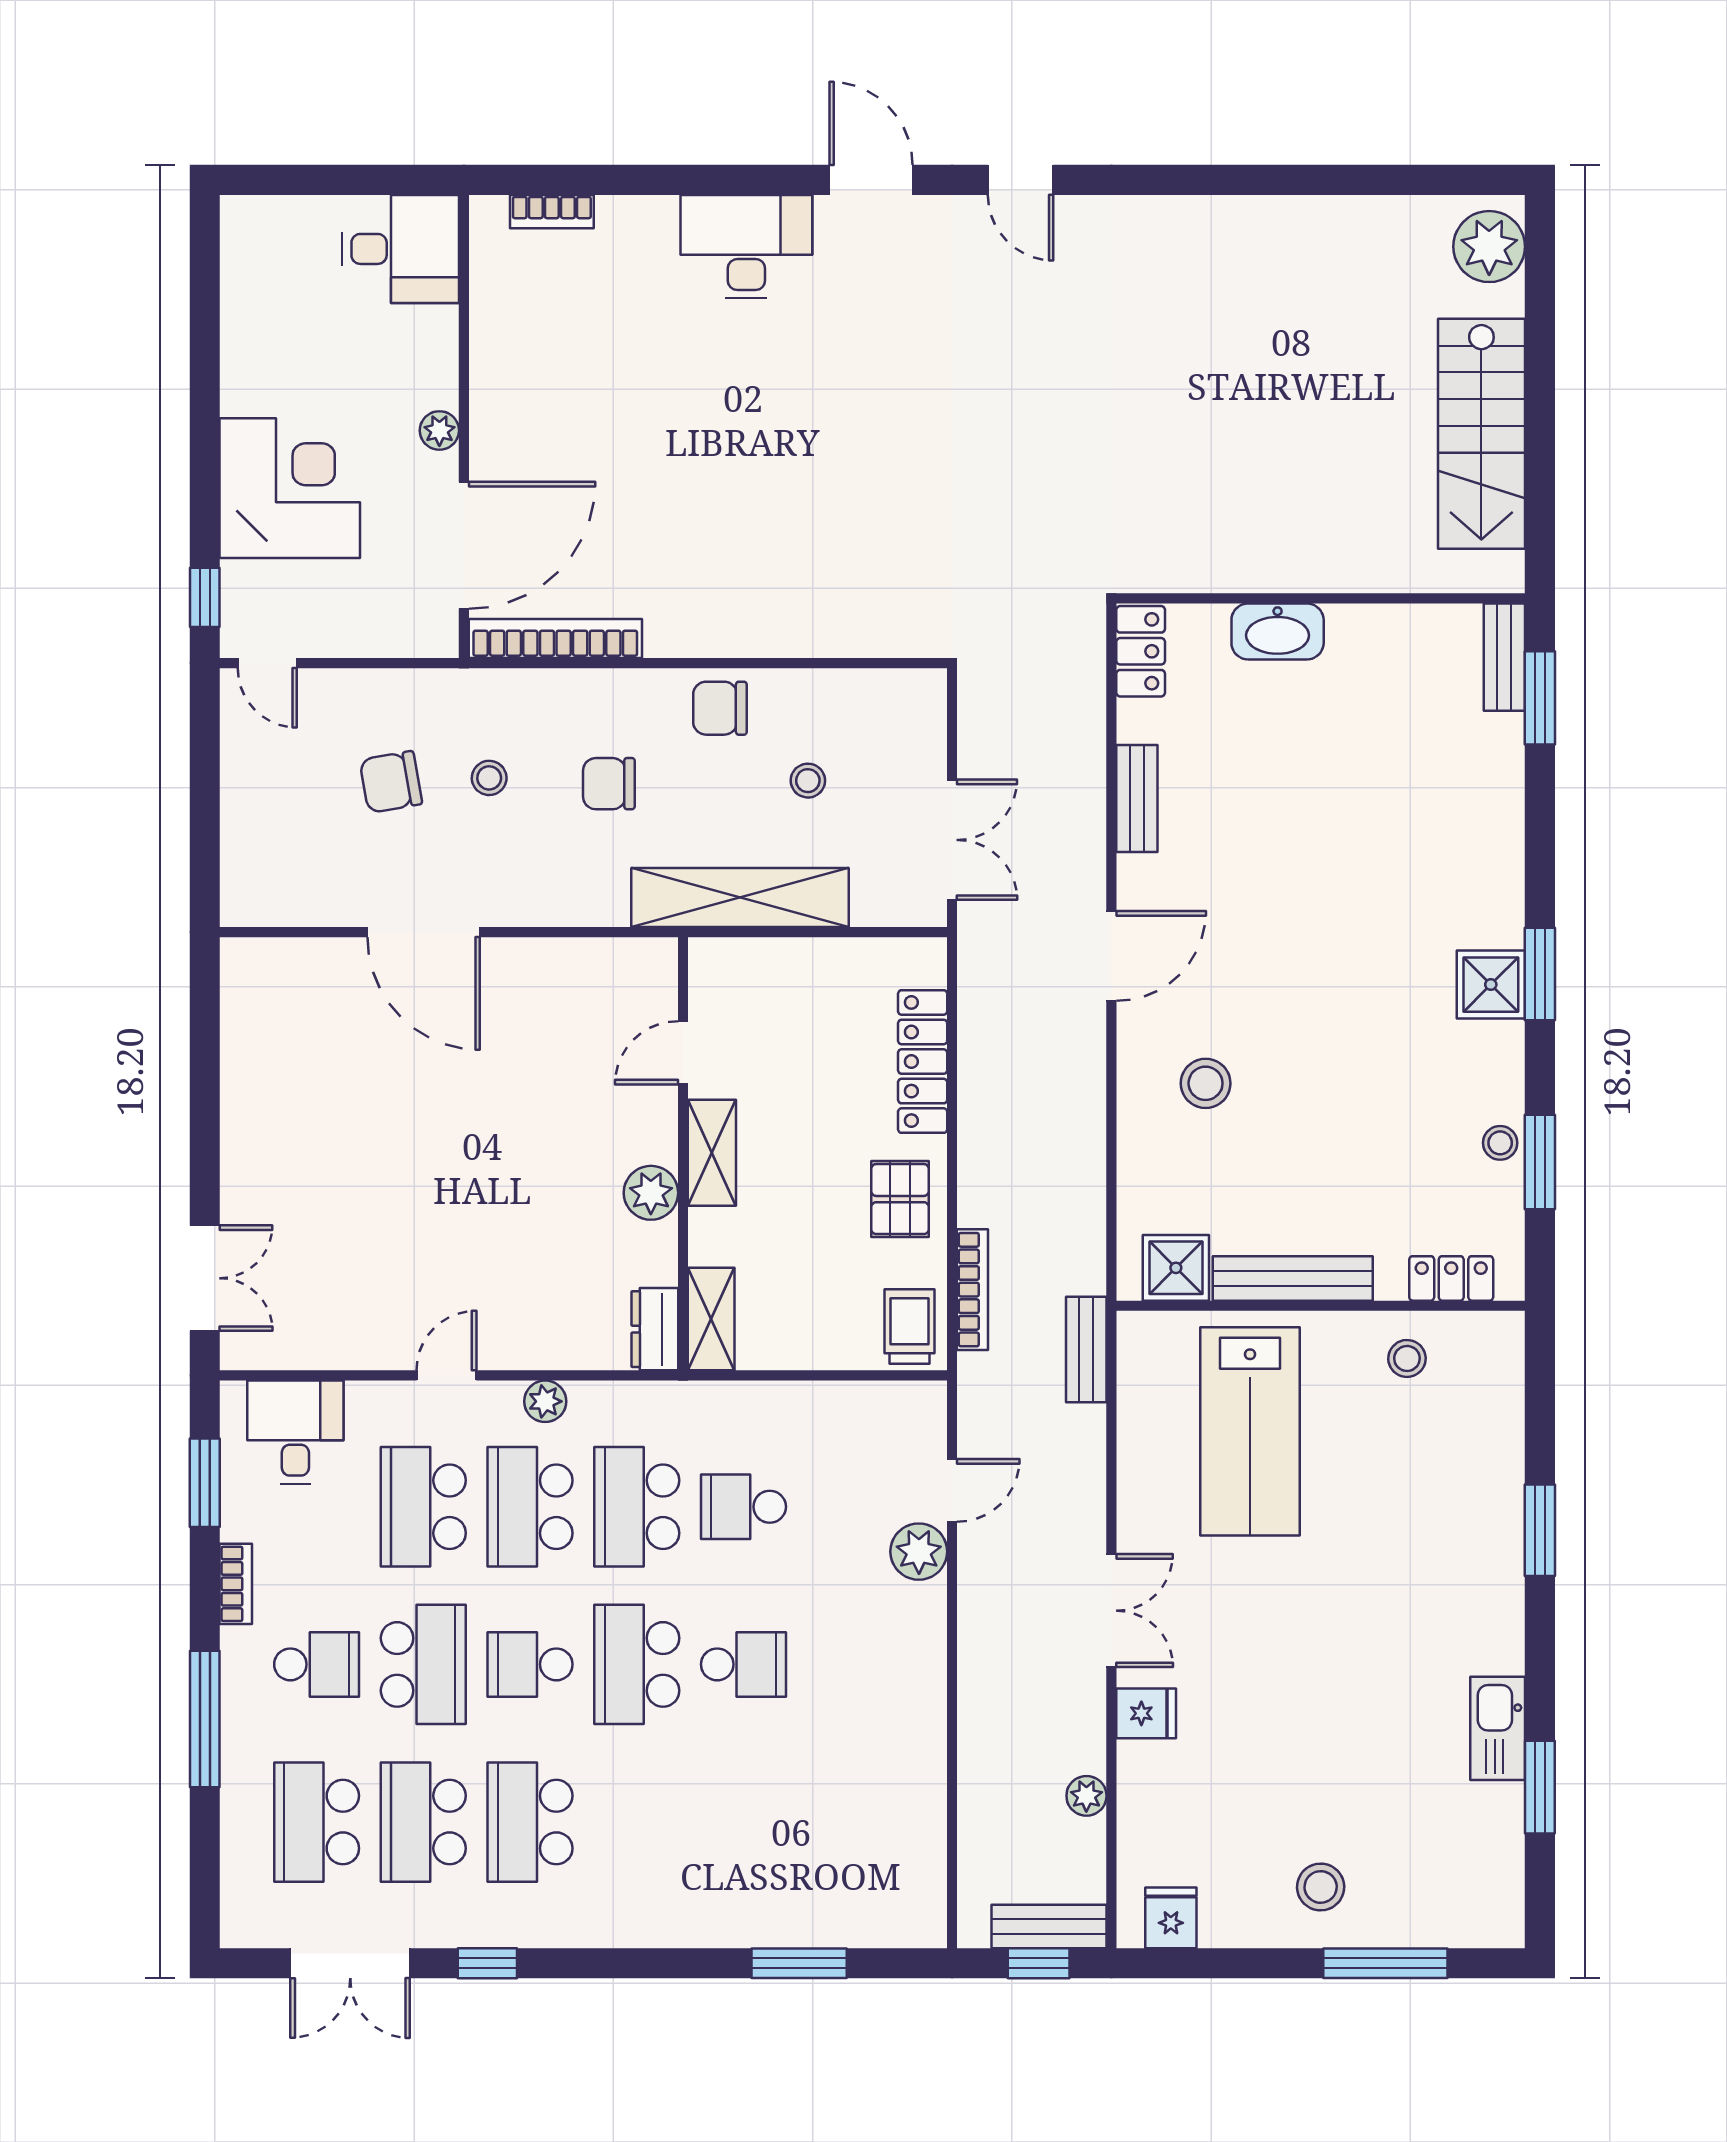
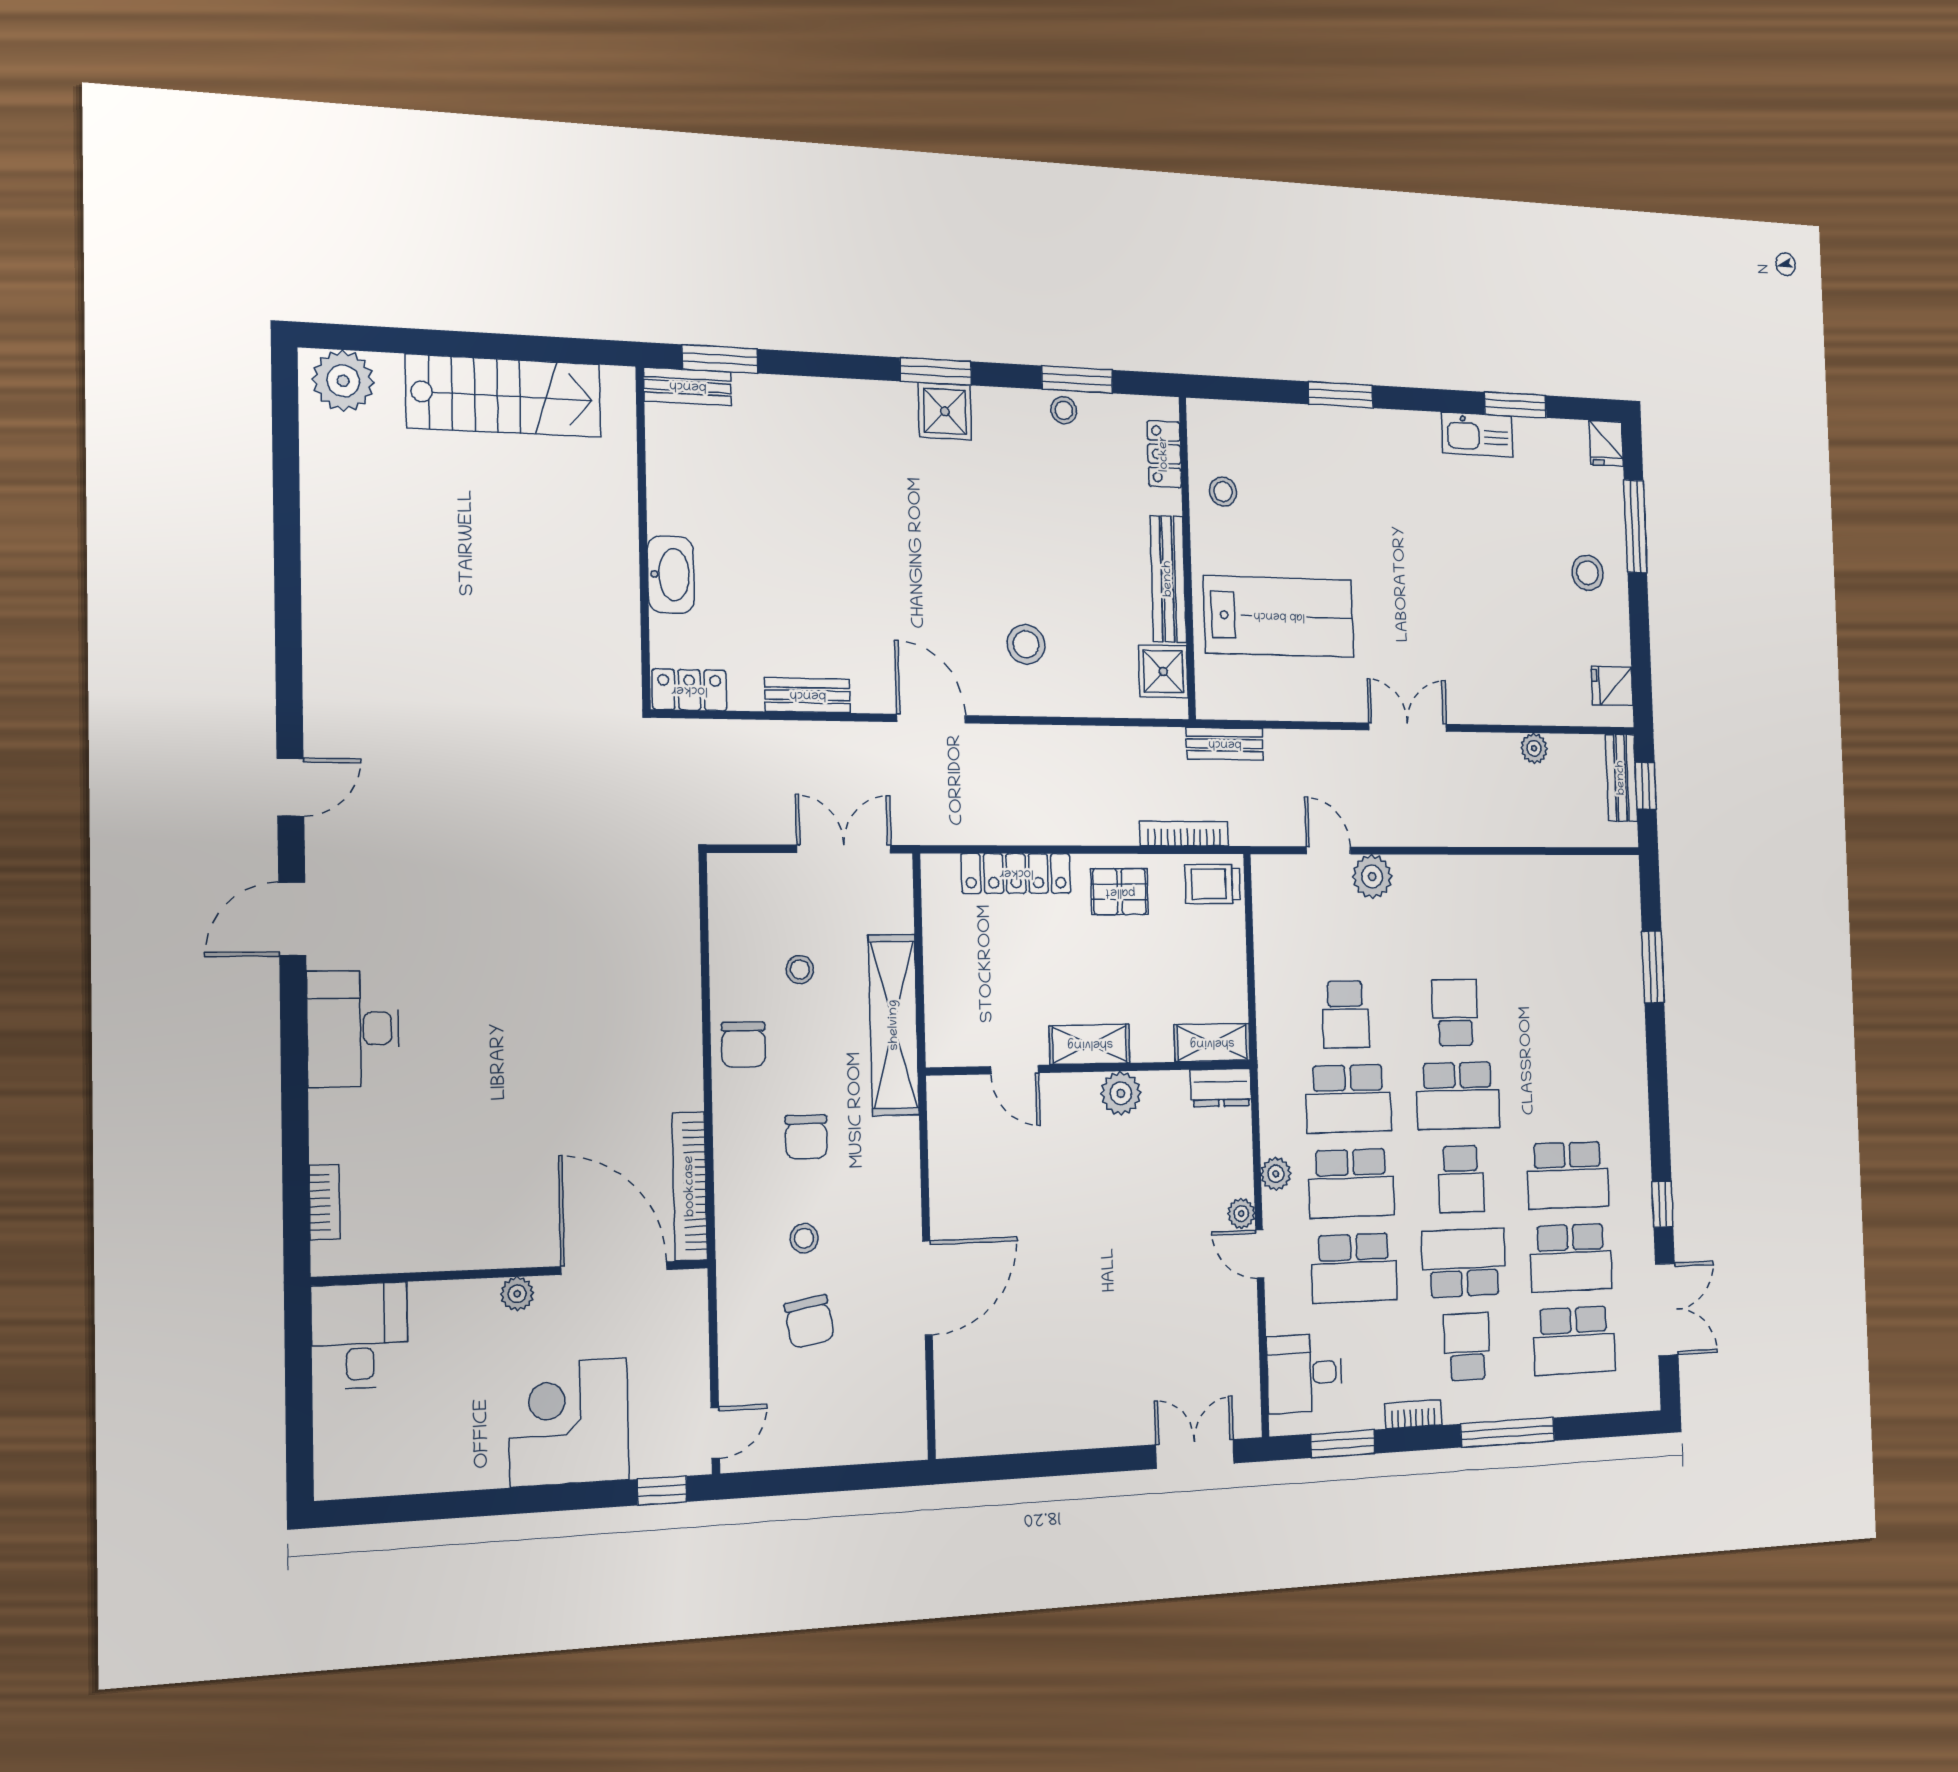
plant: (497, 1352) -> (1241, 1214), added
fridge: (1146, 1713) -> (1606, 443), moved, turned 180

